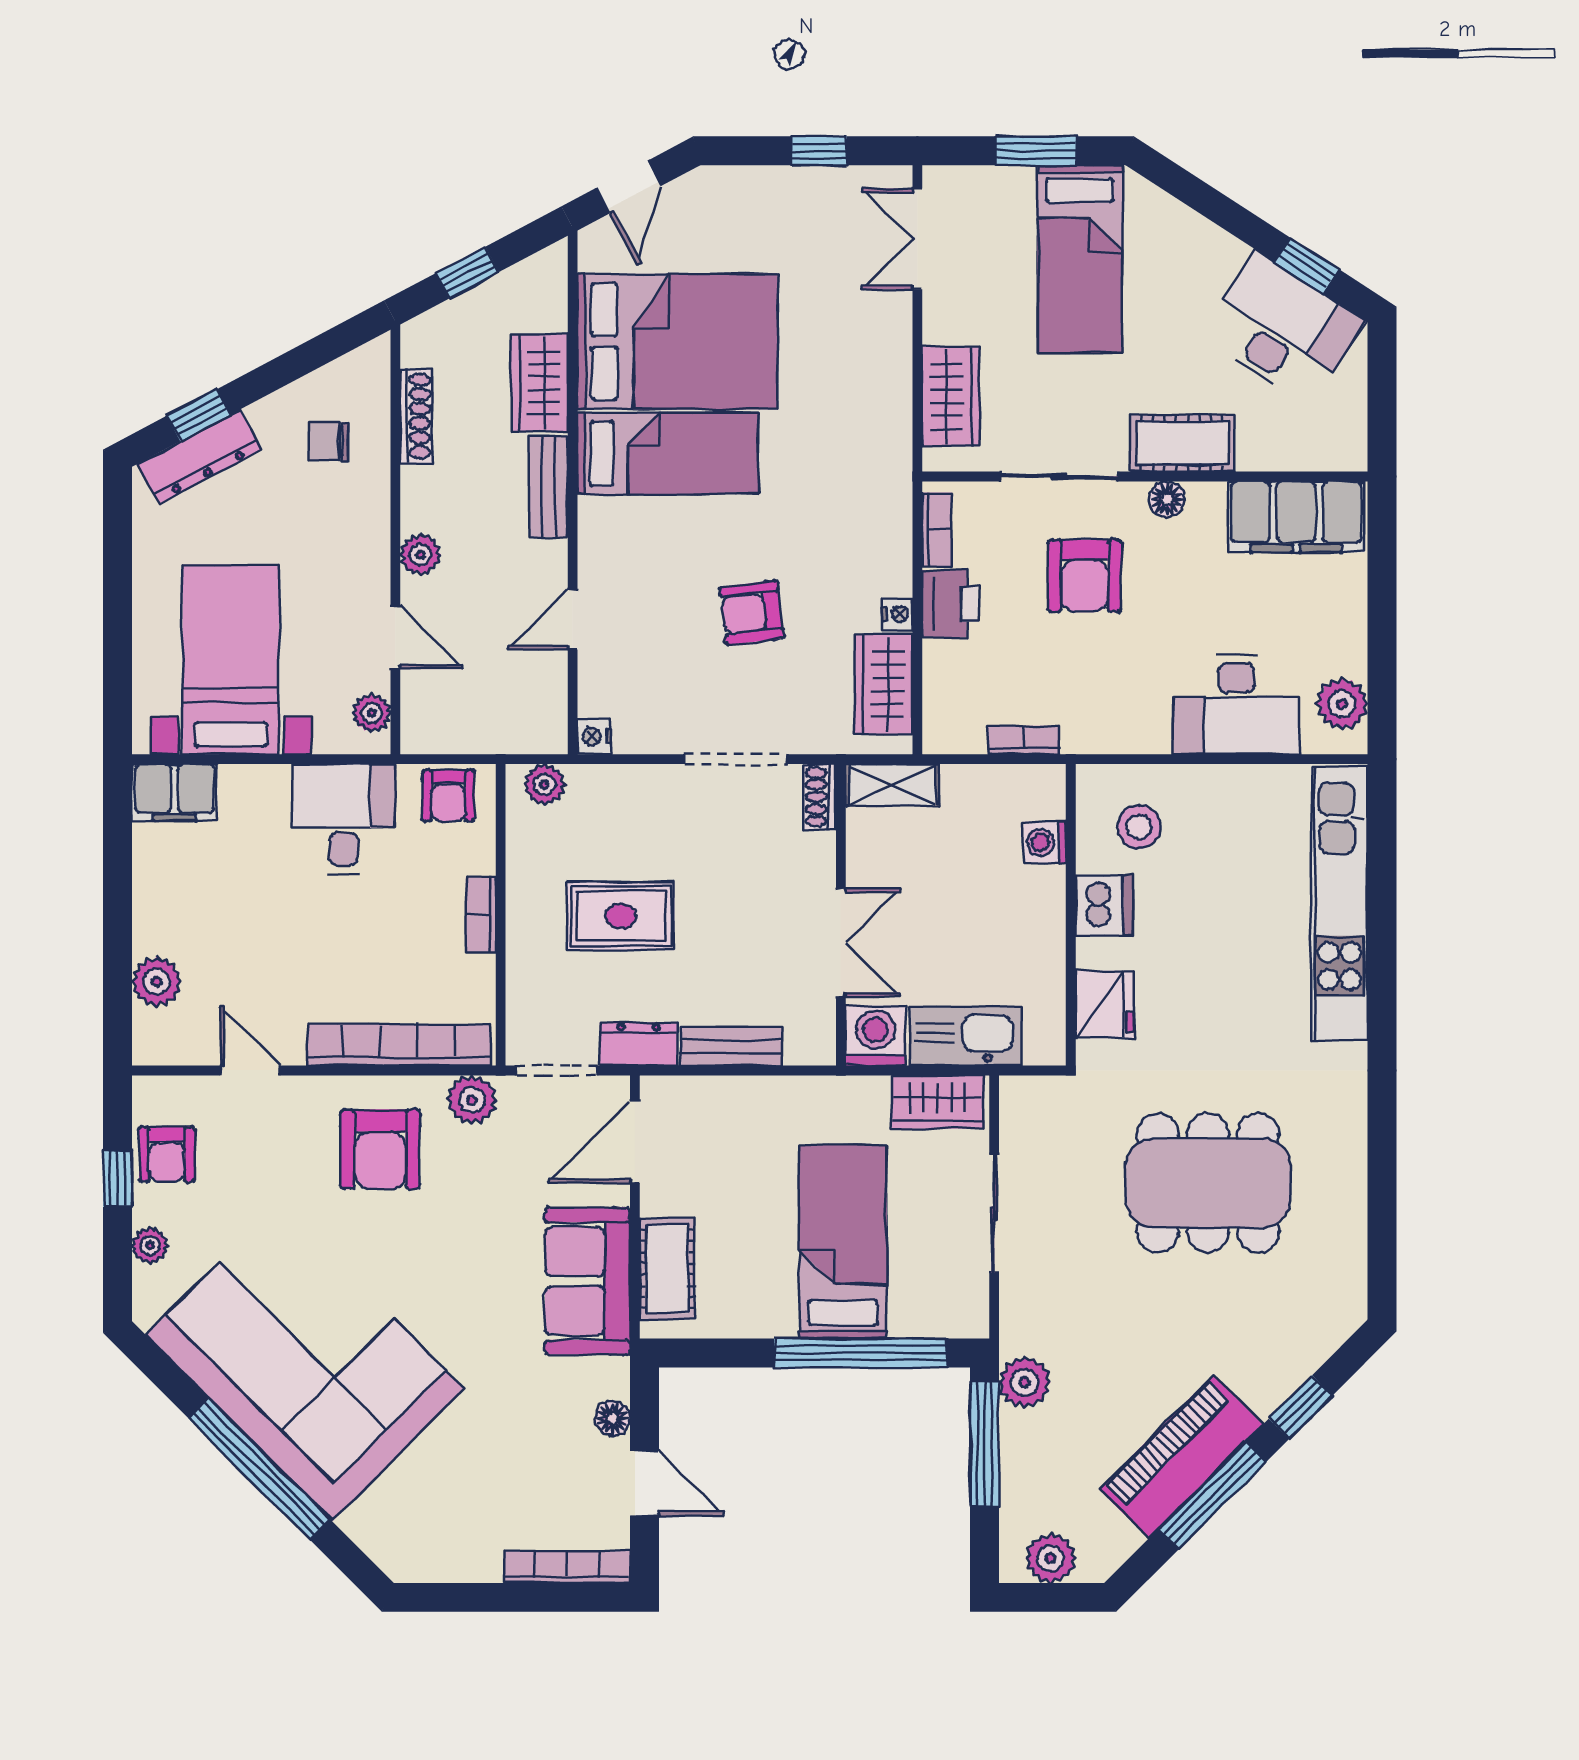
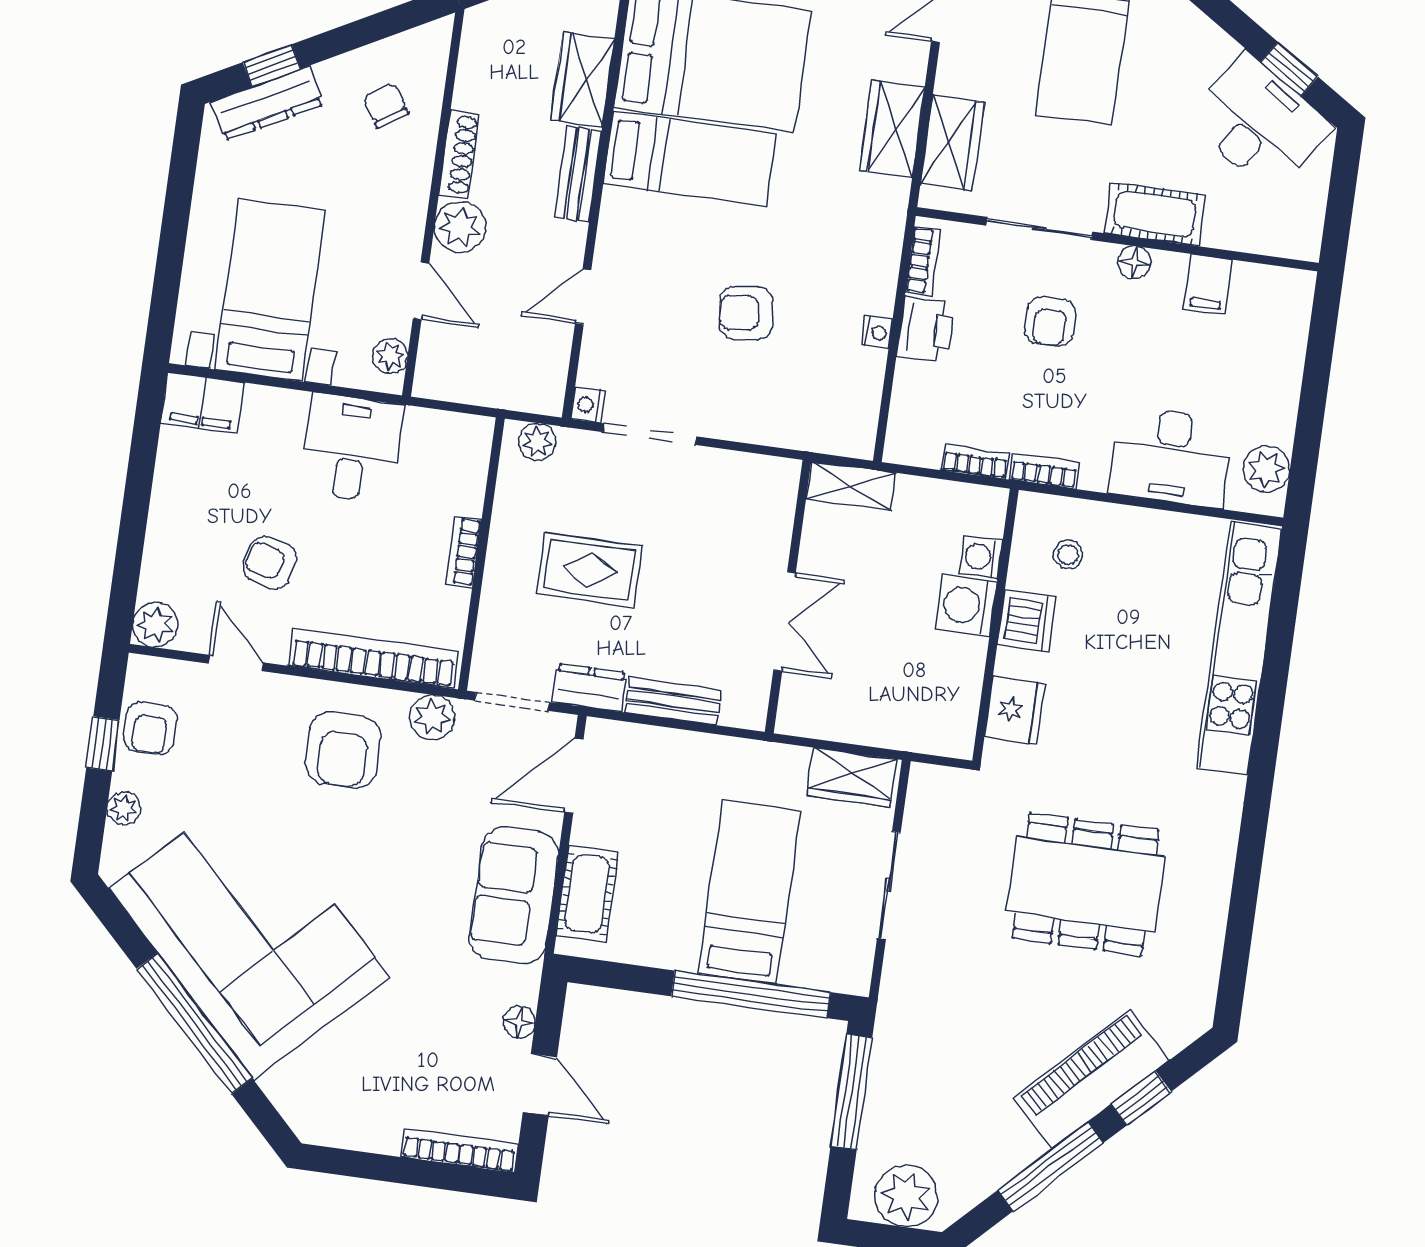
shoe rack: (416, 416) -> (459, 154), moved
chair: (329, 441) -> (386, 106), turned 56
filing cabinet: (1296, 517) -> (1208, 284), width x0.33, depth x0.86
plant: (420, 555) -> (460, 227), width x1.38, depth x1.38
armchair: (1085, 576) -> (1050, 321), width x0.72, depth x0.72
wardrobe: (883, 684) -> (892, 129), moved
bookcase: (1100, 740) -> (1044, 471), added
doorway: (735, 759) -> (650, 434), moved
armchair: (448, 795) -> (270, 563), moved, turned 105
shoe rack: (820, 797) -> (784, 488), removed
stool: (1139, 827) -> (1068, 555), width x0.73, depth x0.73
plant: (157, 982) -> (155, 625), moved
washing machine: (876, 1036) -> (966, 605), moved, turned -90
kitchen sink: (965, 1036) -> (885, 722), removed
plant: (1025, 1382) -> (895, 1041), removed
piano: (1181, 1457) -> (1092, 1079), moved
plant: (1051, 1558) -> (906, 1196), width x1.36, depth x1.36

